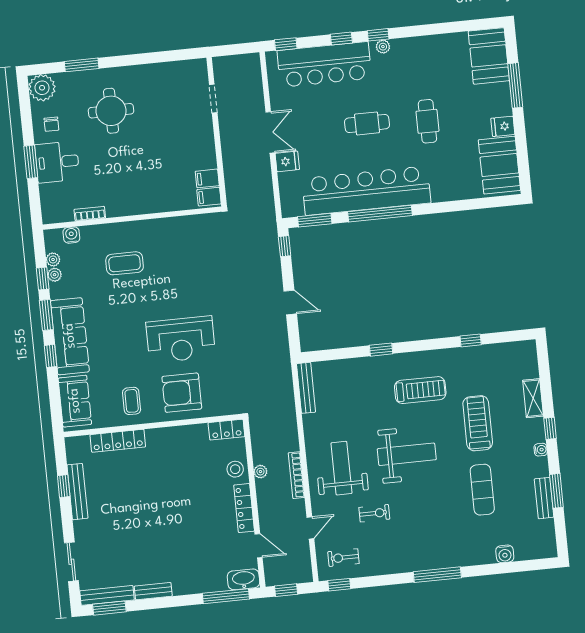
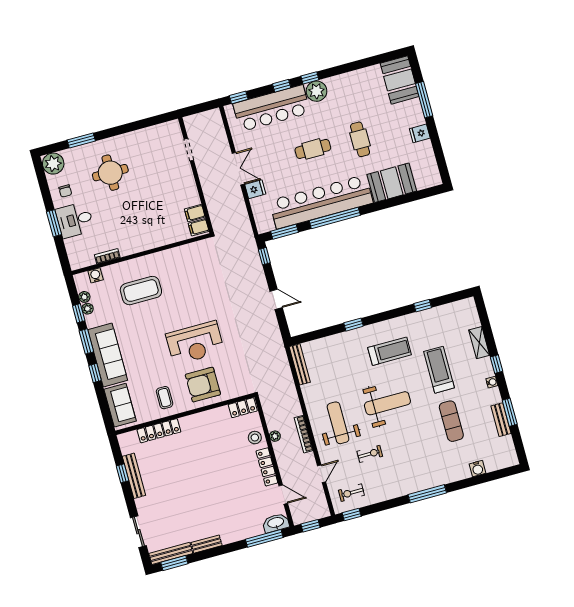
plant: (383, 47) -> (317, 91), width x1.88, depth x1.88
booth: (499, 165) -> (392, 183), moved, turned 90
coffee table: (125, 263) -> (141, 291), width x1.36, depth x1.32

